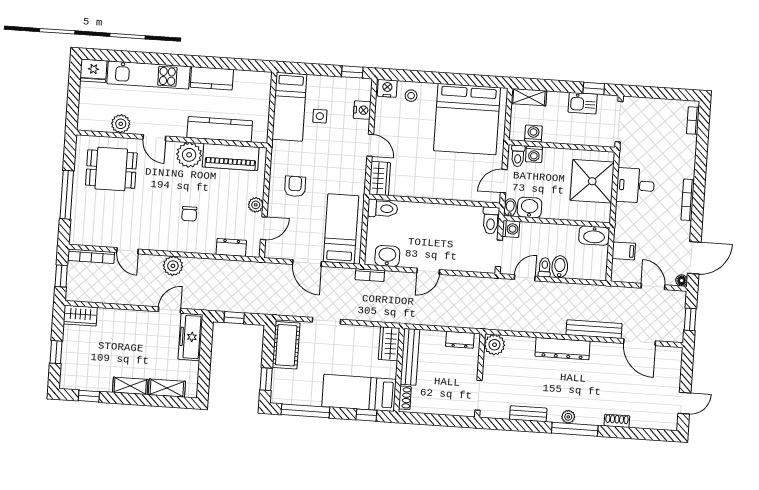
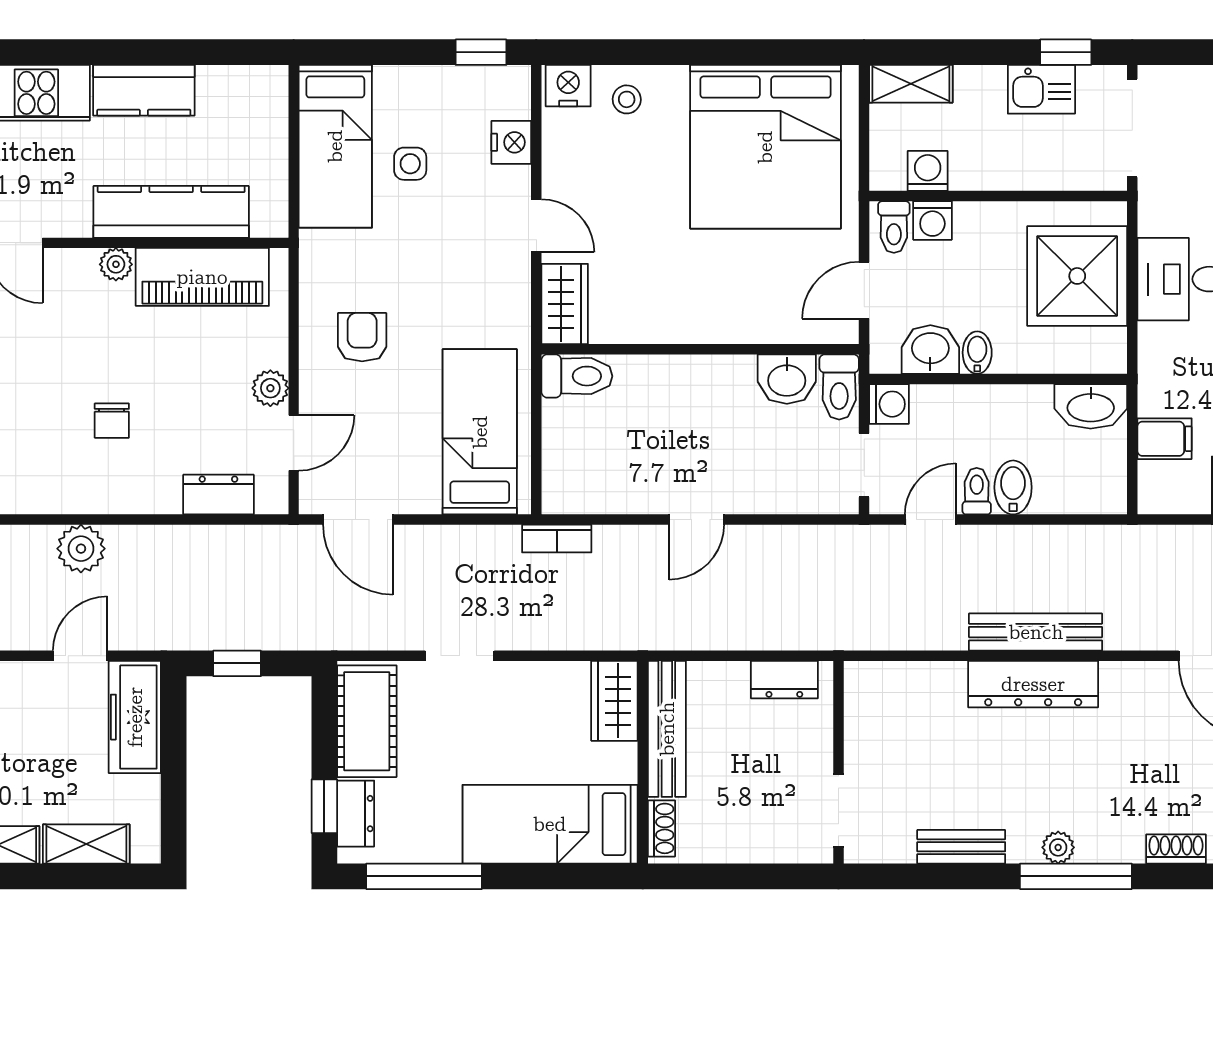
plant: (189, 155) -> (116, 264), width x0.53, depth x0.53
bidet: (510, 207) -> (977, 353), moved
washbasin: (387, 256) -> (787, 379), moved, turned 180
door: (307, 263) -> (358, 520), moved
bench: (594, 329) -> (1036, 632), moved
plant: (494, 345) -> (869, 686), removed
dresser: (279, 383) -> (356, 814), added
window: (366, 415) -> (571, 876), removed

